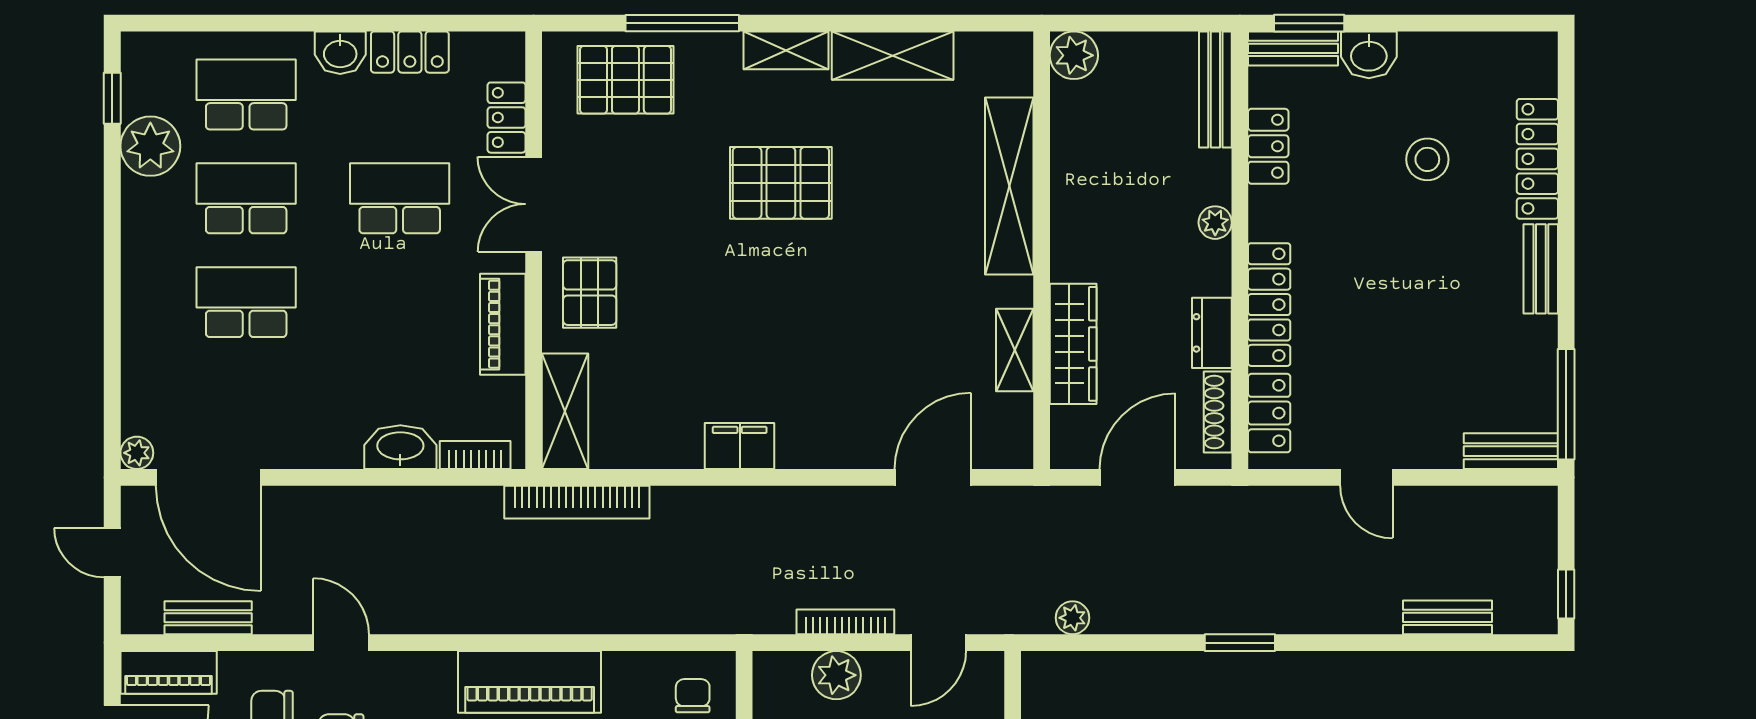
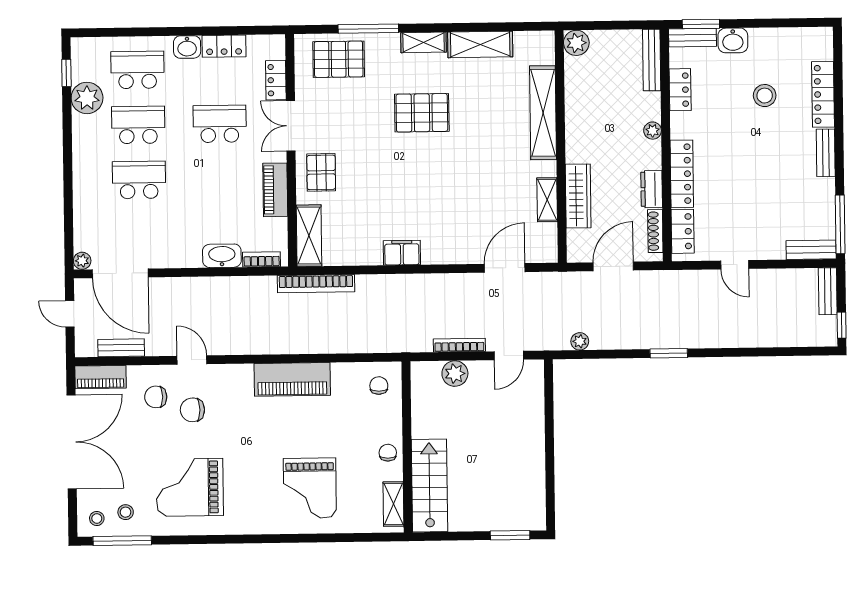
bench: (1447, 617) -> (828, 291), moved, turned 90

